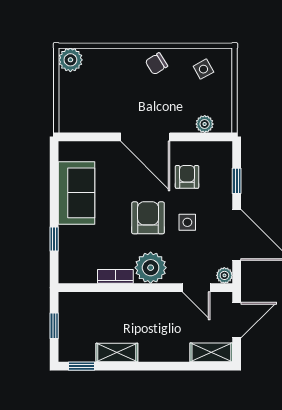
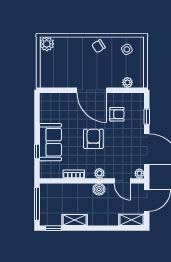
armchair: (187, 177) -> (117, 114), turned 90
sofa: (76, 193) -> (50, 142), moved
side table: (187, 222) -> (117, 142), removed
plant: (151, 268) -> (99, 173), width x0.53, depth x0.53
boiler: (157, 302) -> (99, 189), added
window: (54, 326) -> (37, 204), width x2.17

